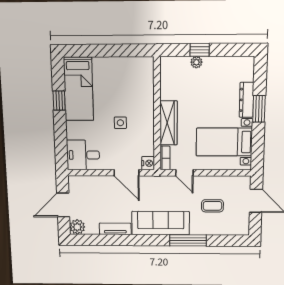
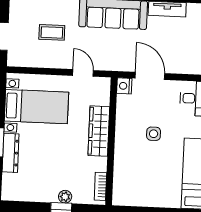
bookcase: (165, 158) -> (100, 186), moved

